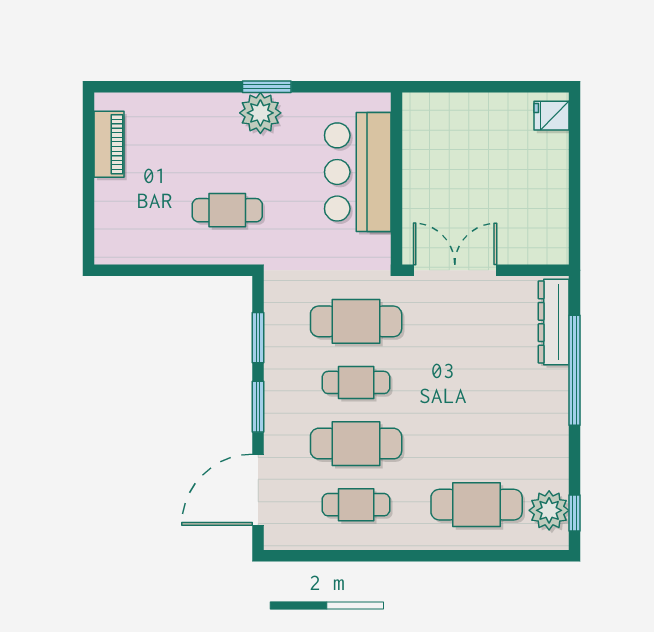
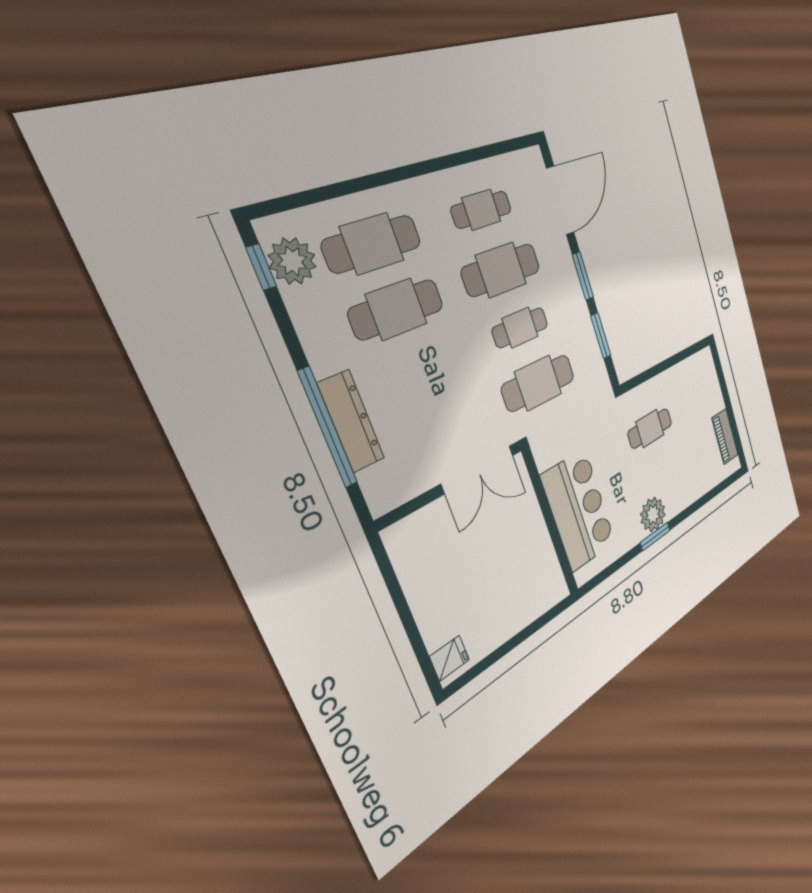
dresser: (554, 322) -> (351, 421), moved
cafe table: (477, 444) -> (397, 309), added

